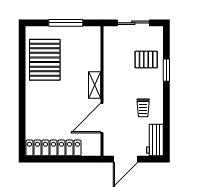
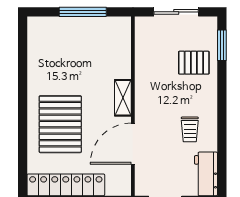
pallet: (45, 60) -> (60, 124), moved
window: (166, 70) -> (222, 45), moved

